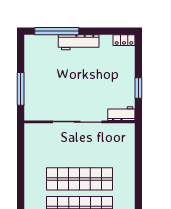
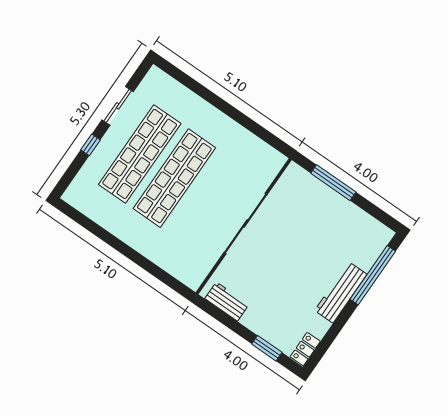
window: (138, 88) -> (267, 348), moved
workbench: (121, 114) -> (227, 302), moved, turned -90

